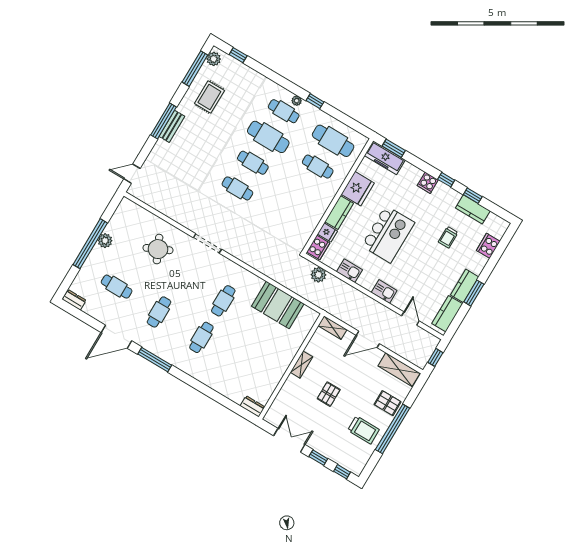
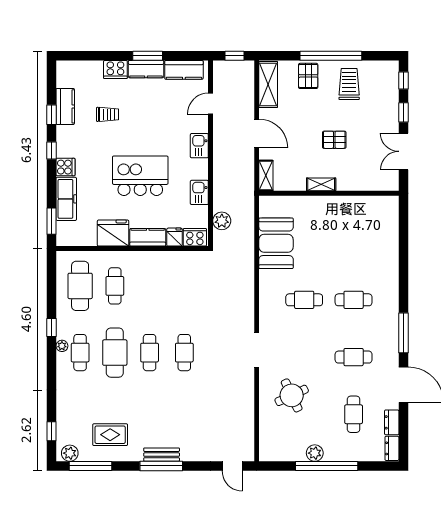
freezer: (385, 158) -> (66, 199), moved
cooker: (488, 246) -> (115, 69), moved
dresser: (252, 406) -> (392, 422), moved

